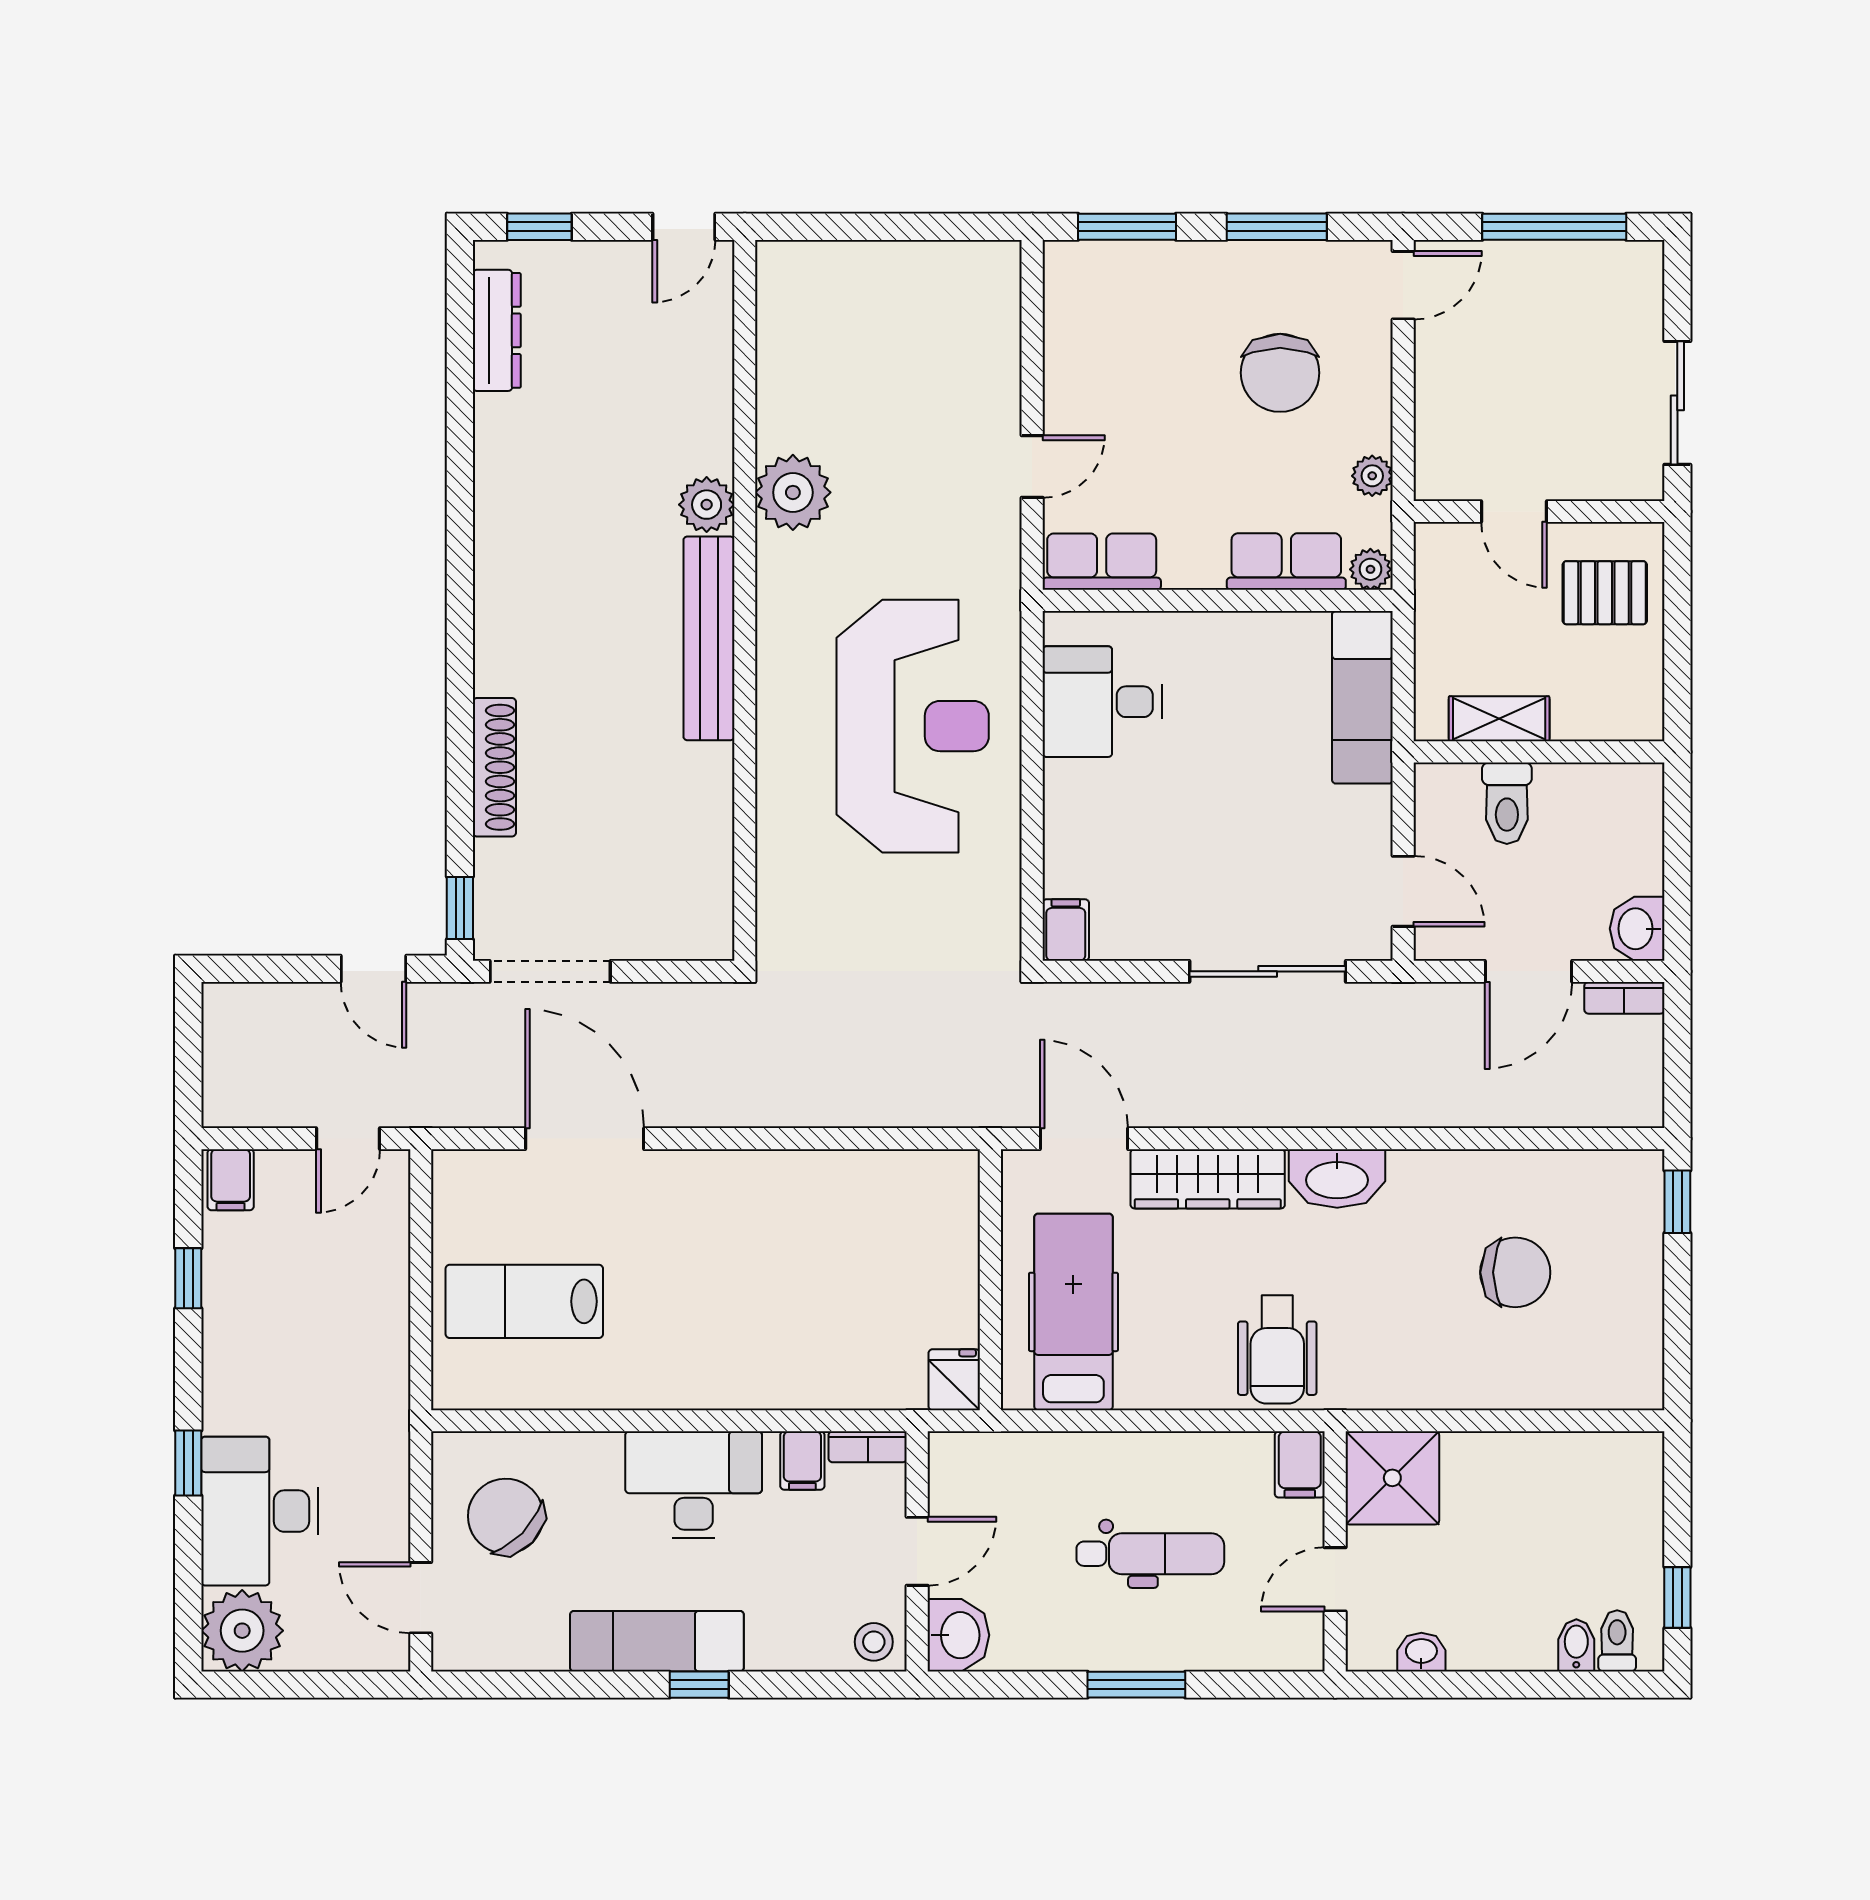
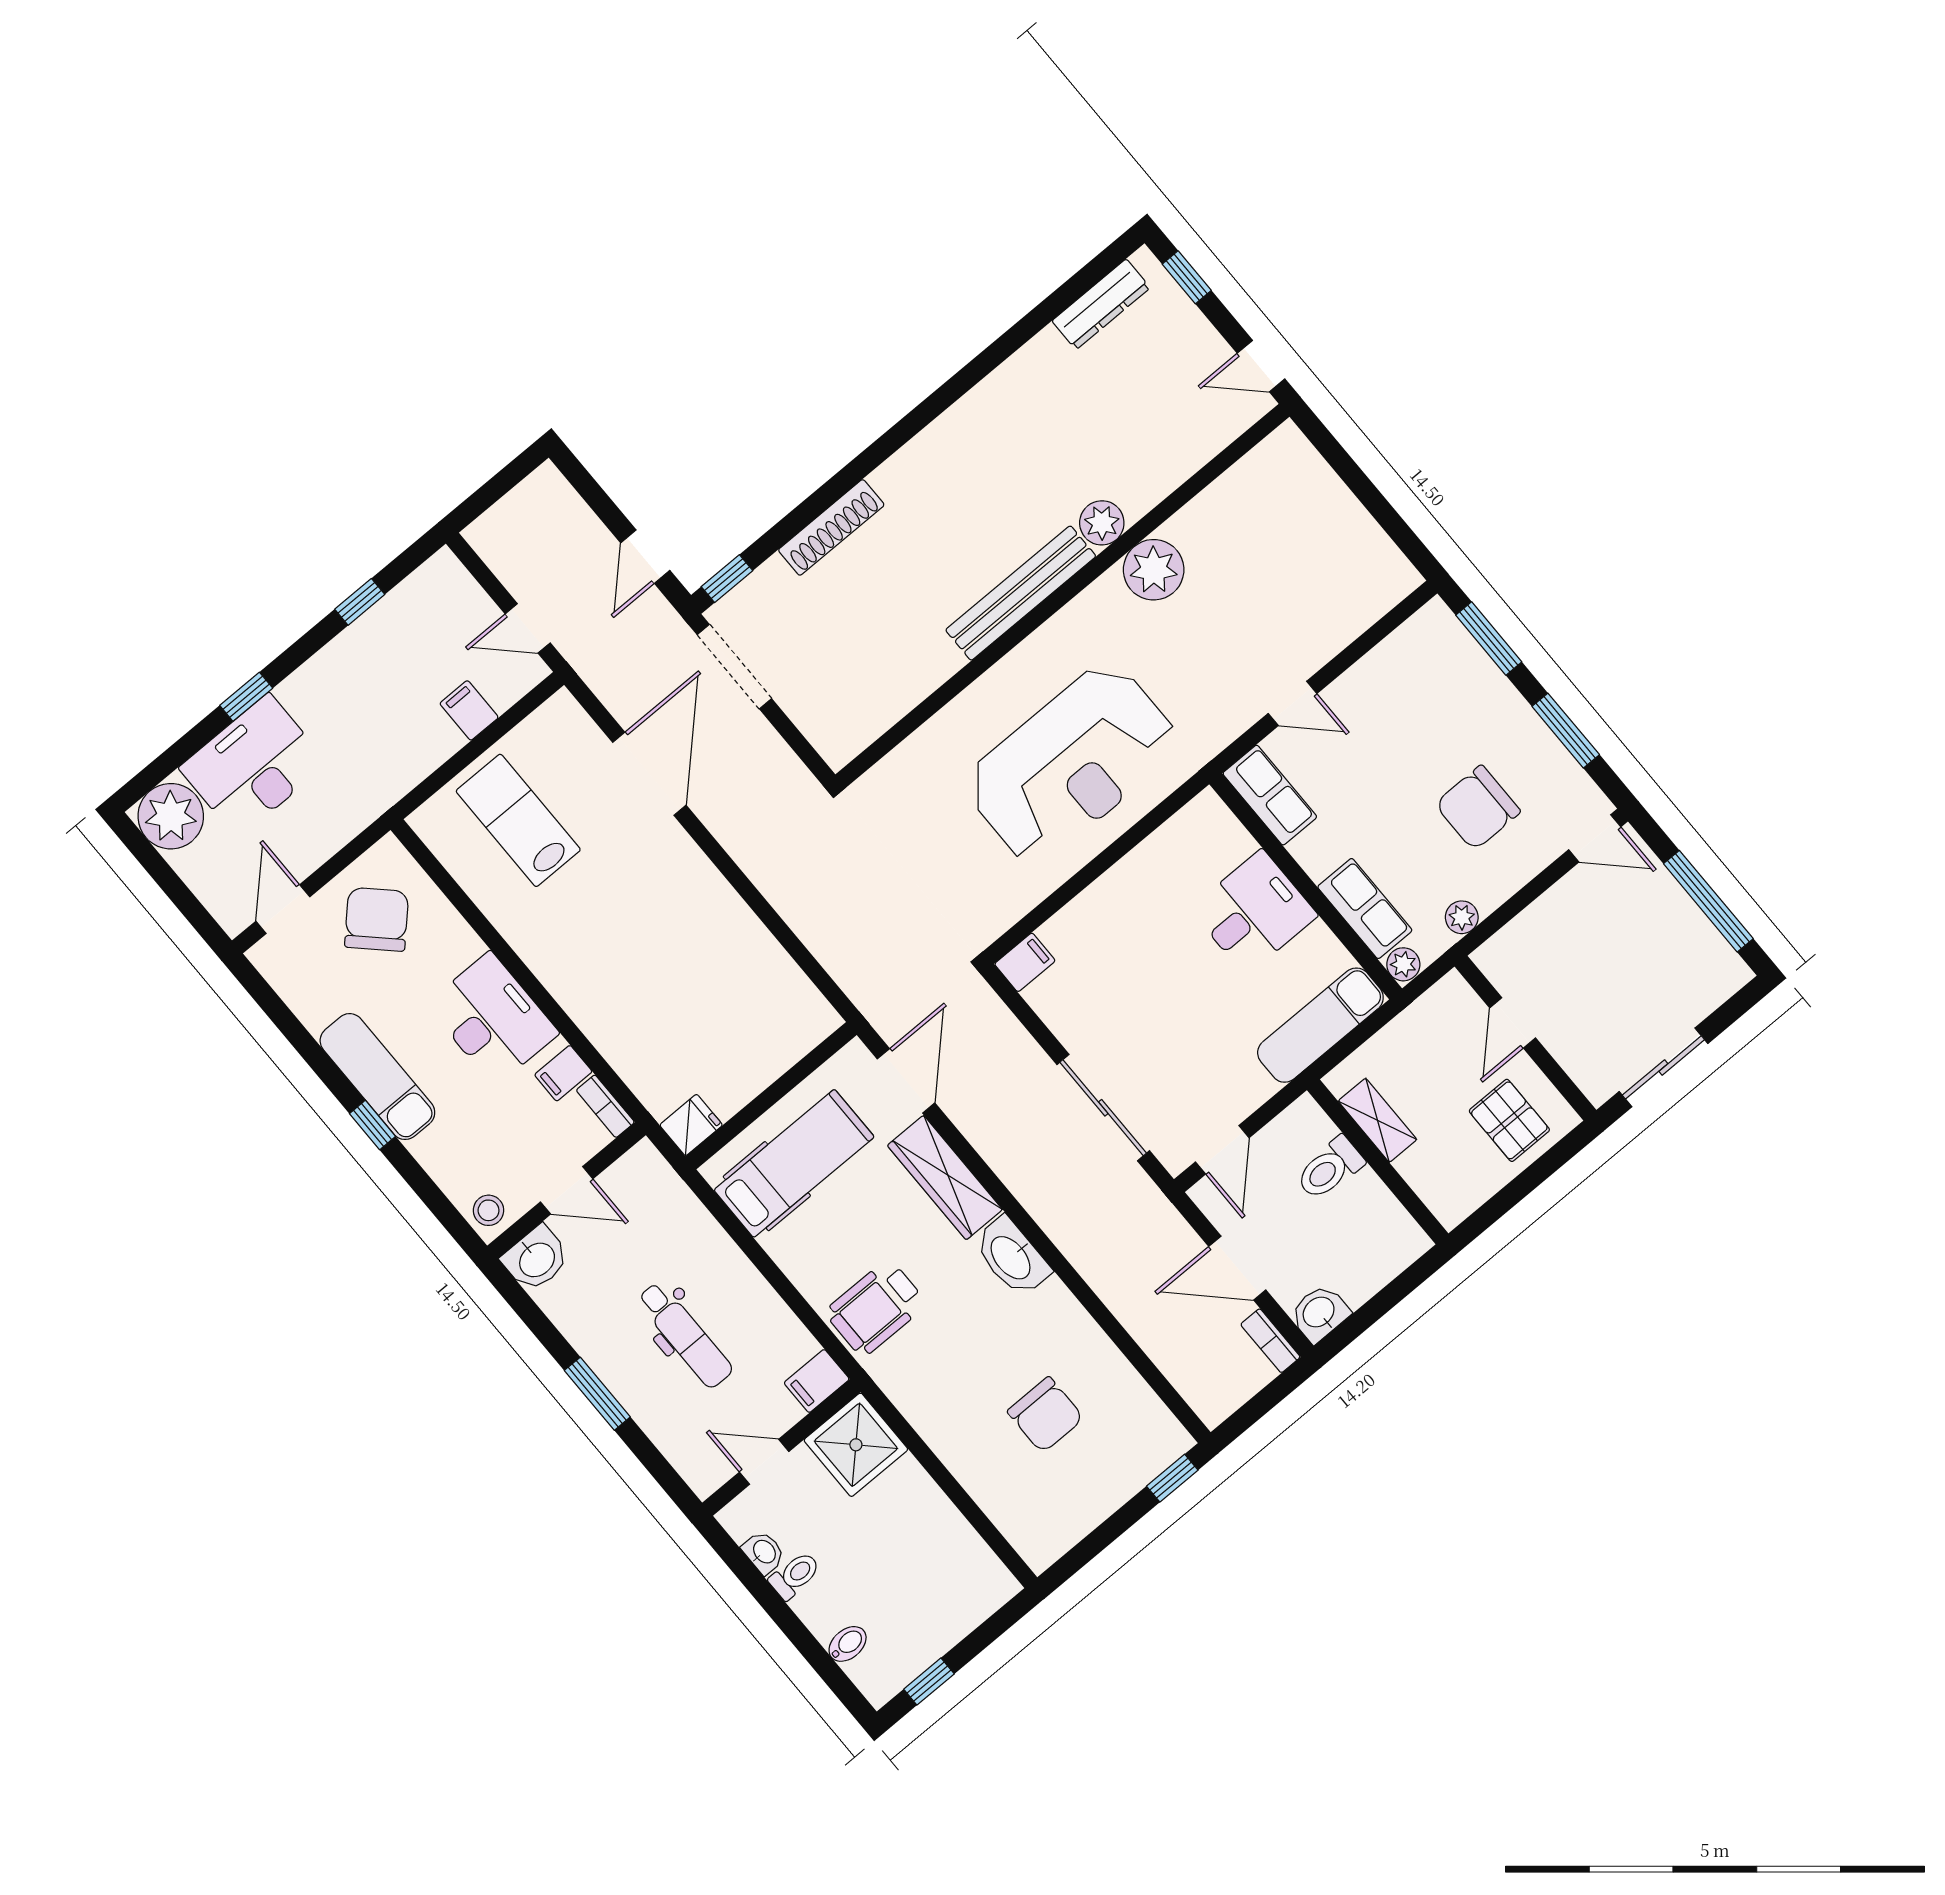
desk: (1102, 702) -> (1254, 912), moved, turned 90
filing cabinet: (231, 1180) -> (469, 710), moved, turned 90
toilet: (1617, 1641) -> (795, 1575), moved

